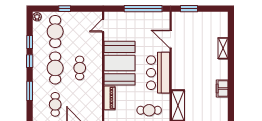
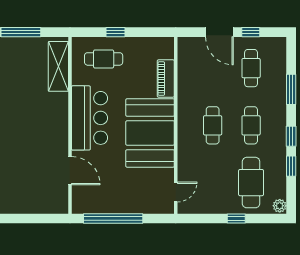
window: (189, 9) -> (41, 218), removed
cafe table: (55, 68) -> (251, 125), width x0.73, depth x0.74

